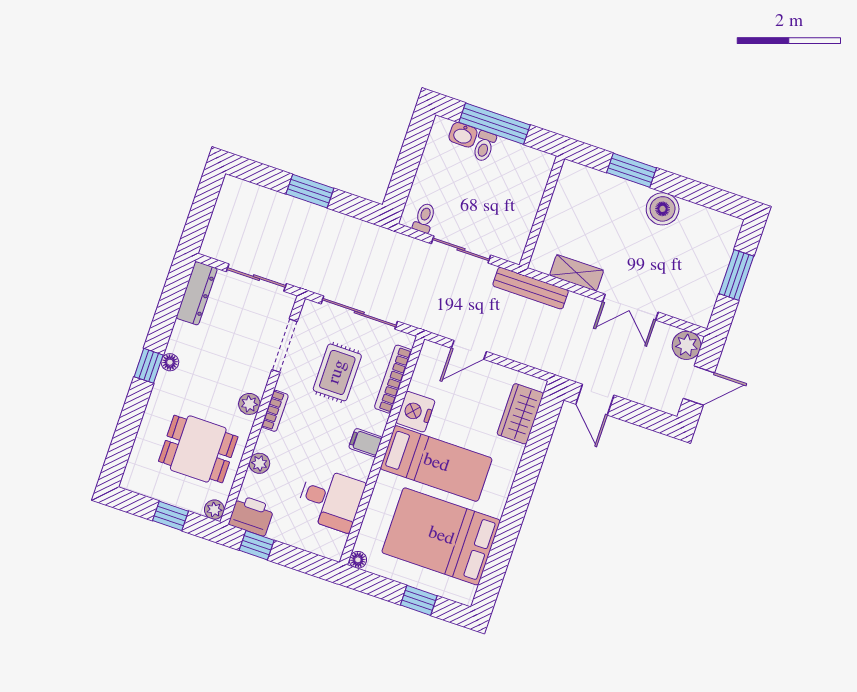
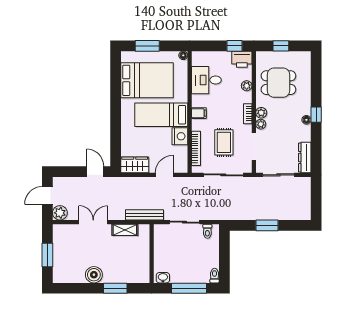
washbasin: (463, 135) -> (163, 278), moved
toilet: (484, 146) -> (215, 276), moved
wardrobe: (520, 414) -> (135, 165), moved, turned -90
plant: (214, 510) -> (261, 124), moved
window: (419, 600) -> (147, 46), width x1.50

